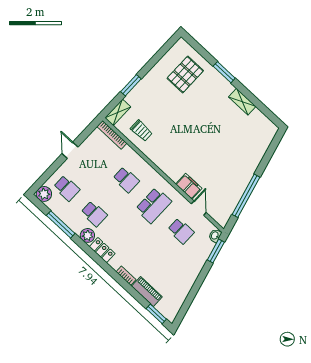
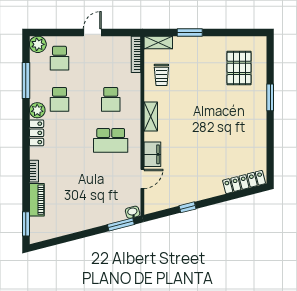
pallet: (185, 74) -> (239, 68), turned 90
shelving: (242, 102) -> (151, 117), moved
locker: (264, 142) -> (244, 182), added
window: (246, 196) -> (187, 207), width x0.32
school desk: (181, 231) -> (111, 181), removed

